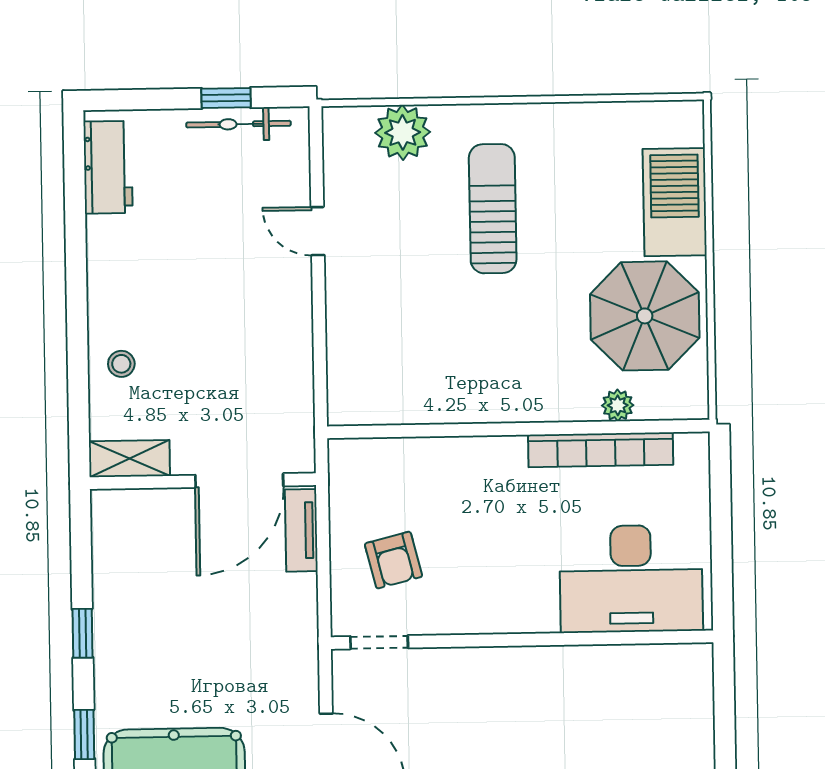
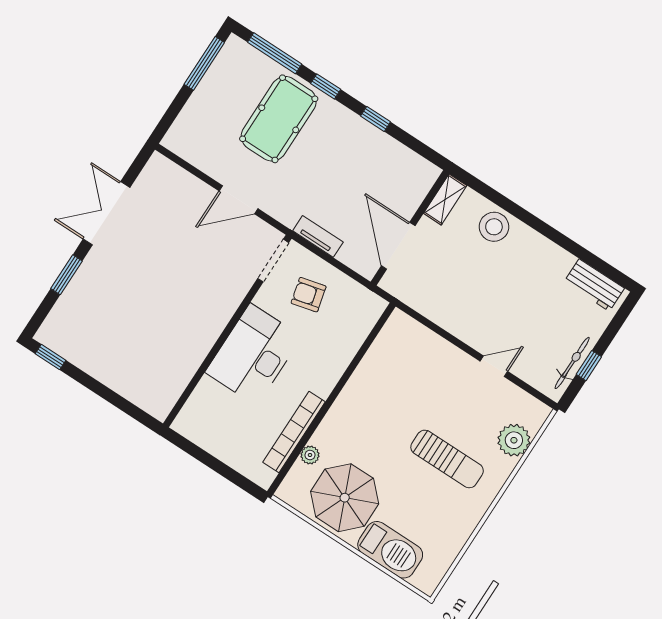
stool: (121, 364) -> (494, 227), width x1.89, depth x1.89
tv unit: (301, 530) -> (318, 236), moved
desk: (631, 579) -> (254, 355), moved
doorway: (379, 642) -> (273, 261), width x1.38

